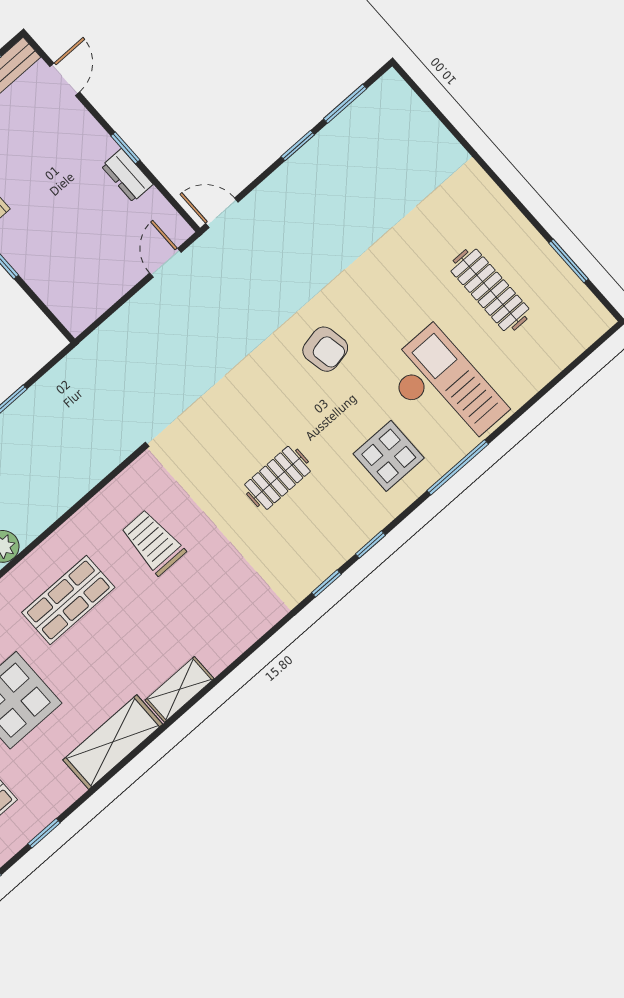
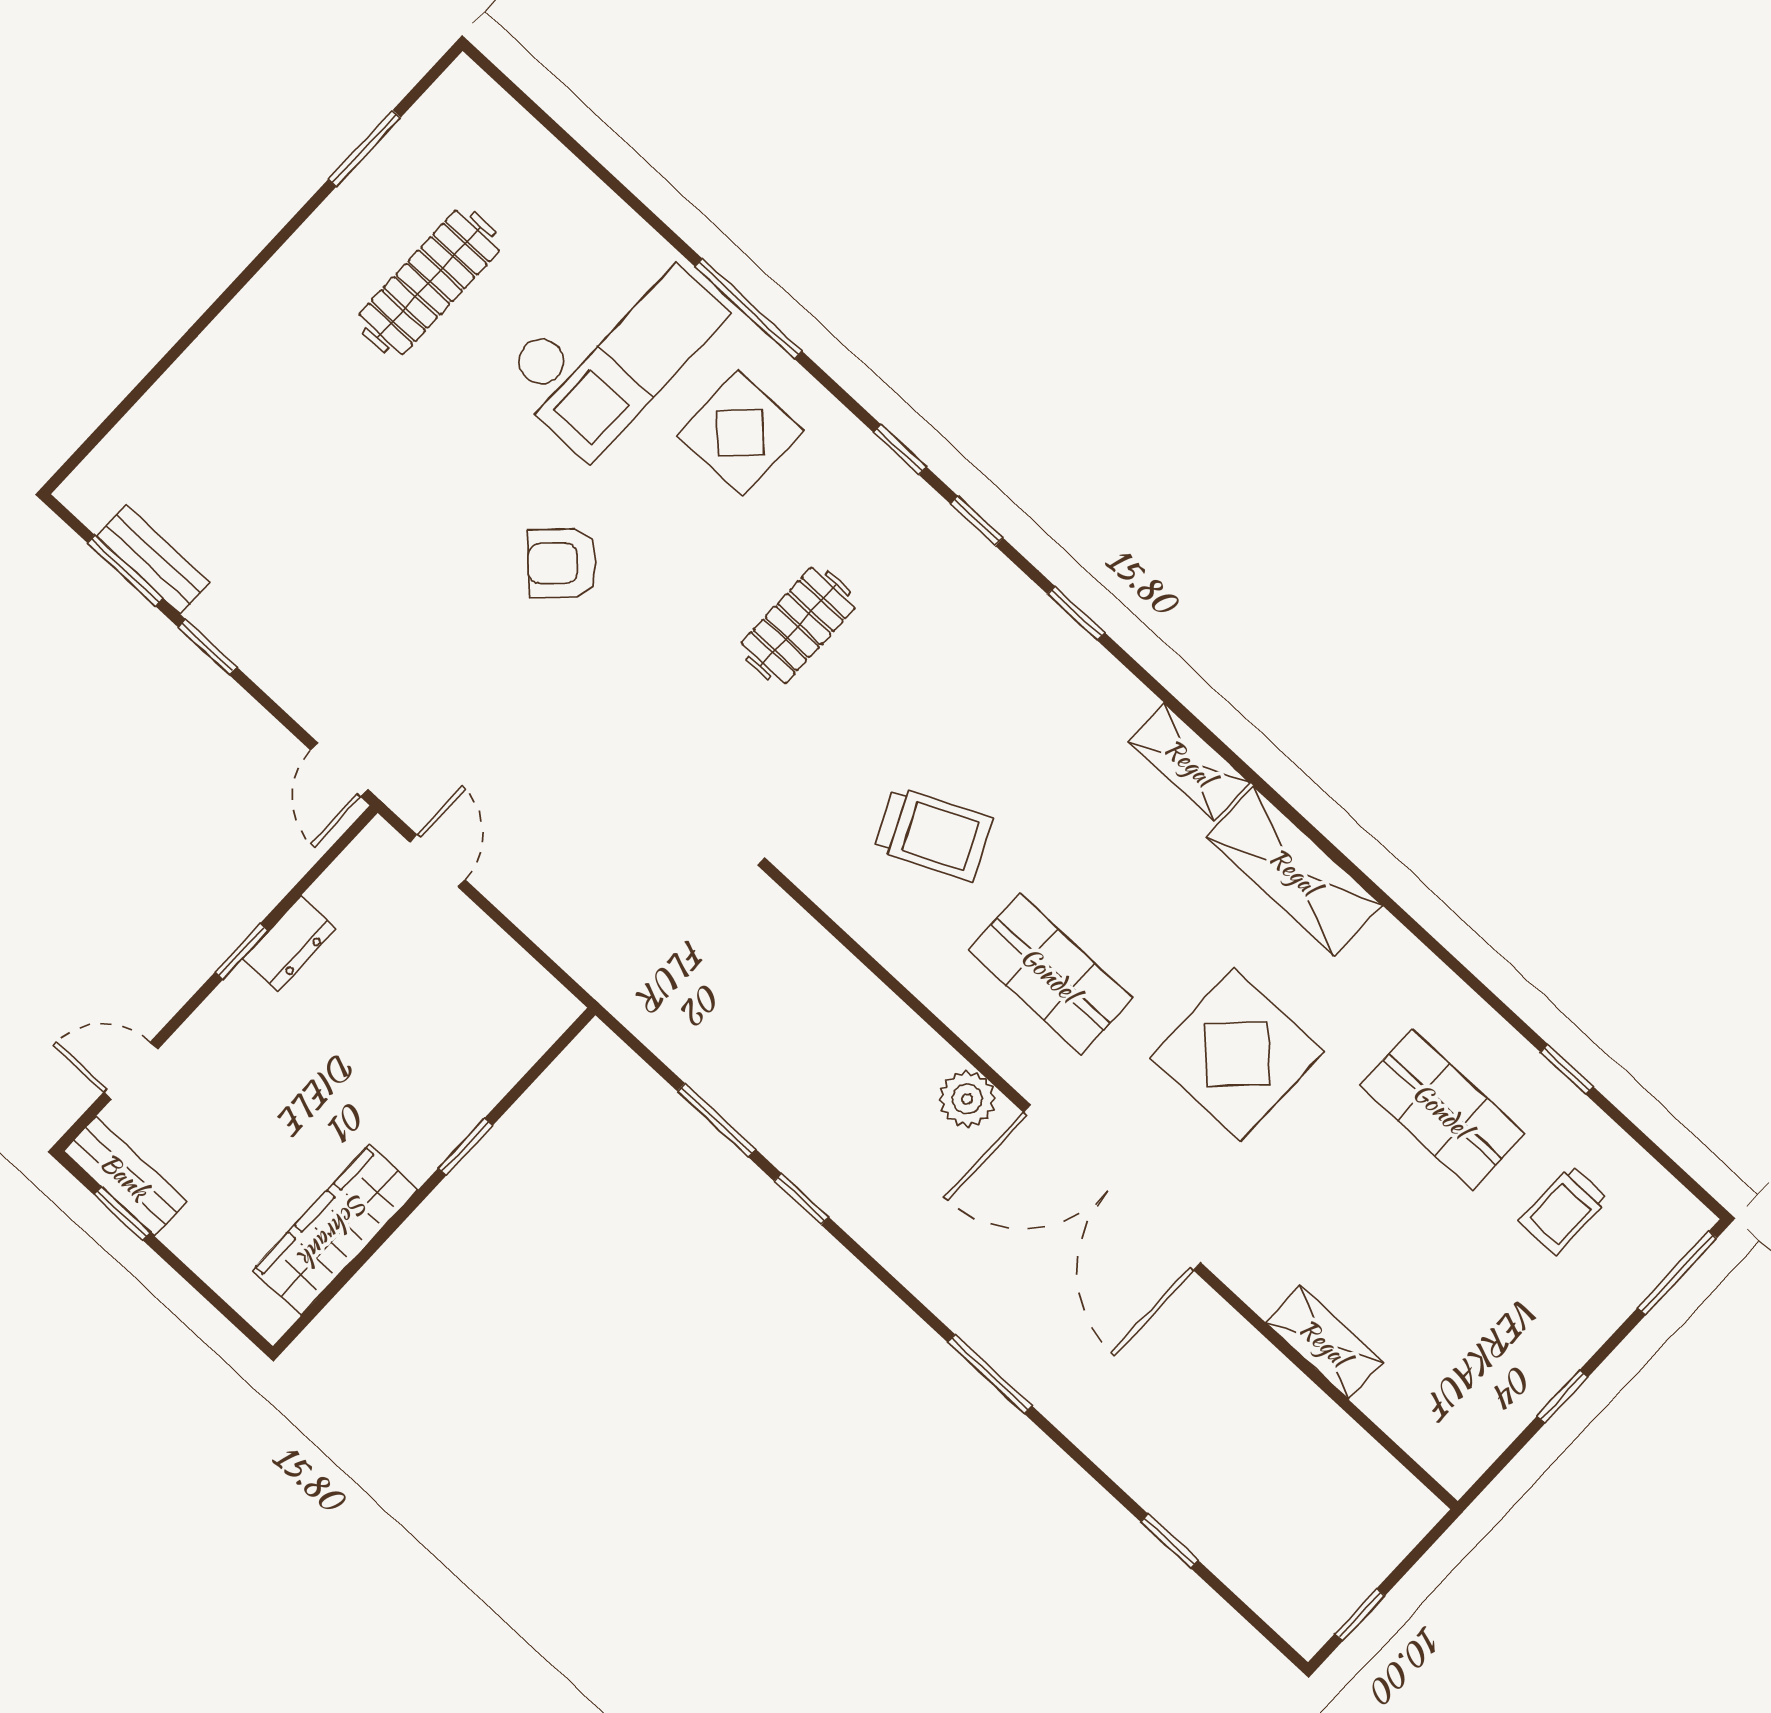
bench: (350, 120) -> (153, 559), added
door: (165, 263) -> (437, 861), swing flipped
armchair: (325, 349) -> (562, 563), turned -123
checkout: (445, 389) -> (613, 345), turned 180
clothes rail: (278, 478) -> (798, 625), turned 90
trolley: (153, 542) -> (934, 834), turned -115
window: (44, 833) -> (1076, 613), moved

